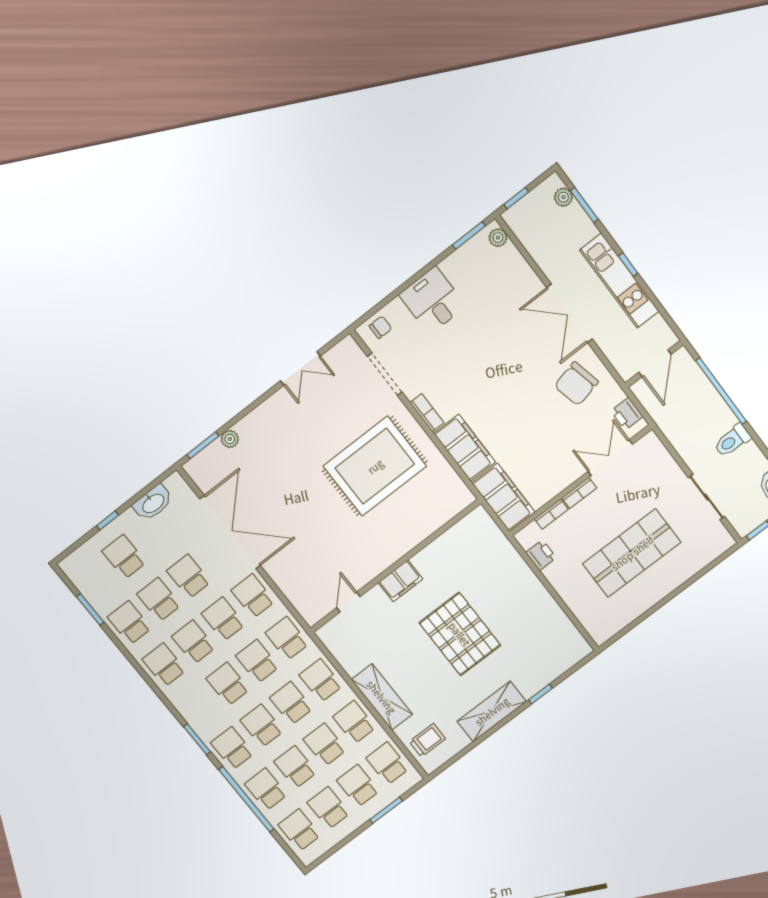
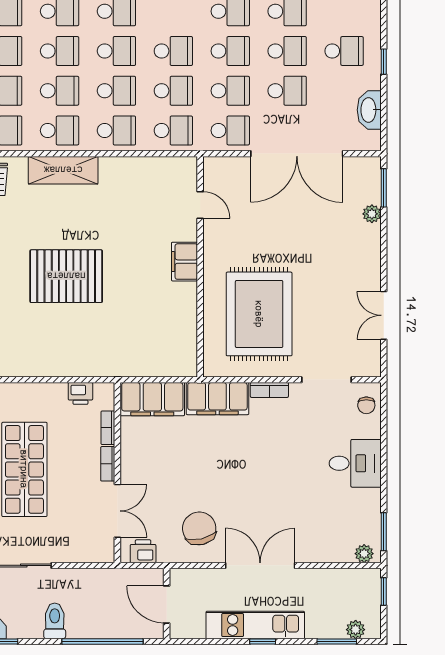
wall: (395, 566) -> (200, 267), moved
filing cabinet: (400, 581) -> (185, 262), moved
door: (348, 602) -> (200, 205), moved

